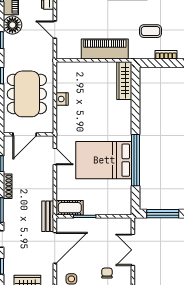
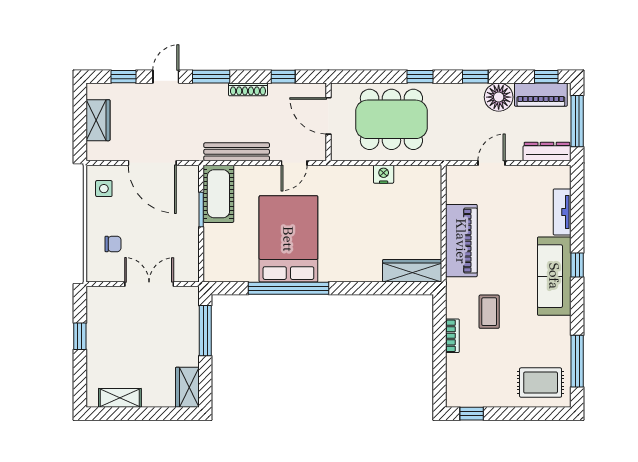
cot: (70, 208) -> (218, 194), width x1.37, depth x1.34
bench: (48, 216) -> (237, 152), moved, width x1.36

